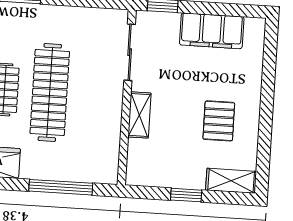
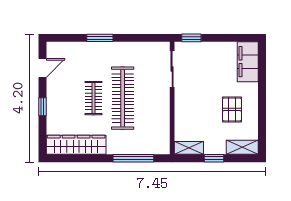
filing cabinet: (212, 31) -> (248, 62), moved, turned 90
shelving: (139, 115) -> (189, 148), moved, turned 90

